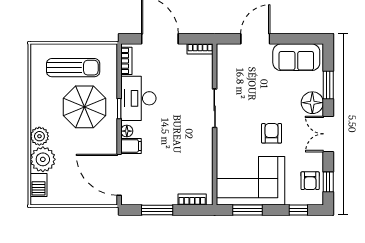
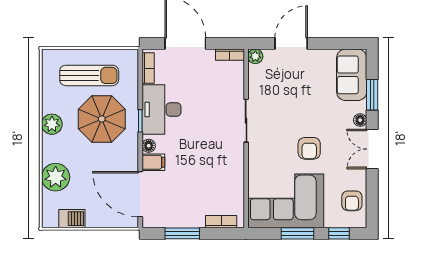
plant: (223, 50) -> (255, 56), added
sofa: (296, 57) -> (352, 75), moved, turned 90
floor lamp: (312, 103) -> (360, 120), width x0.53, depth x0.53
armchair: (272, 133) -> (309, 148), turned 180
plant: (39, 136) -> (52, 124), moved
window: (328, 182) -> (372, 202), removed
barbecue: (39, 185) -> (72, 219), moved, turned -90
window: (247, 210) -> (297, 233), moved

